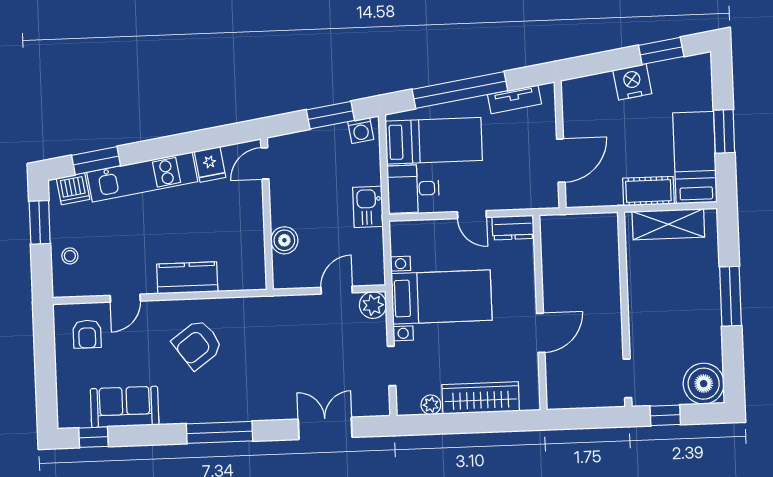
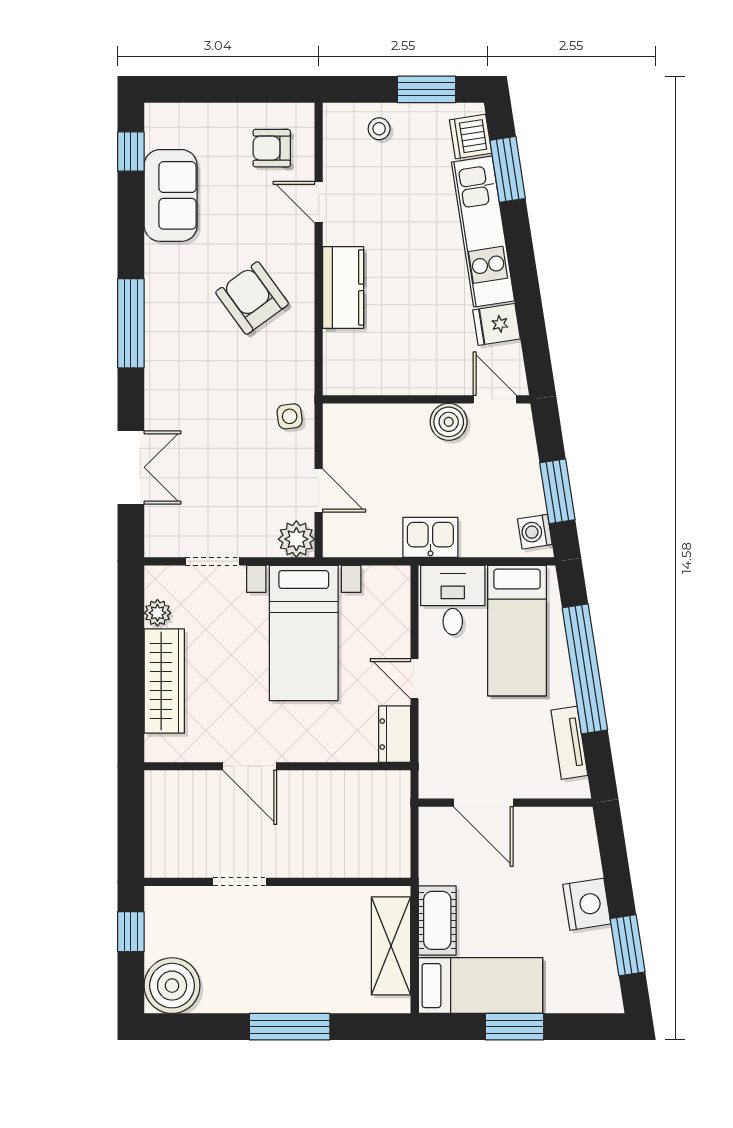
door: (472, 215) -> (414, 679), hinge flipped
boiler: (284, 240) -> (449, 422), moved
side table: (283, 313) -> (290, 416), added
doorway: (627, 378) -> (240, 882), moved

